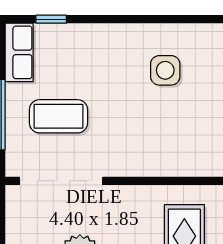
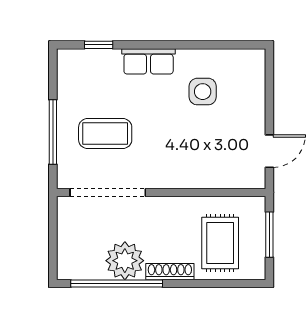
row of seats: (19, 52) -> (149, 61), moved, turned 90

